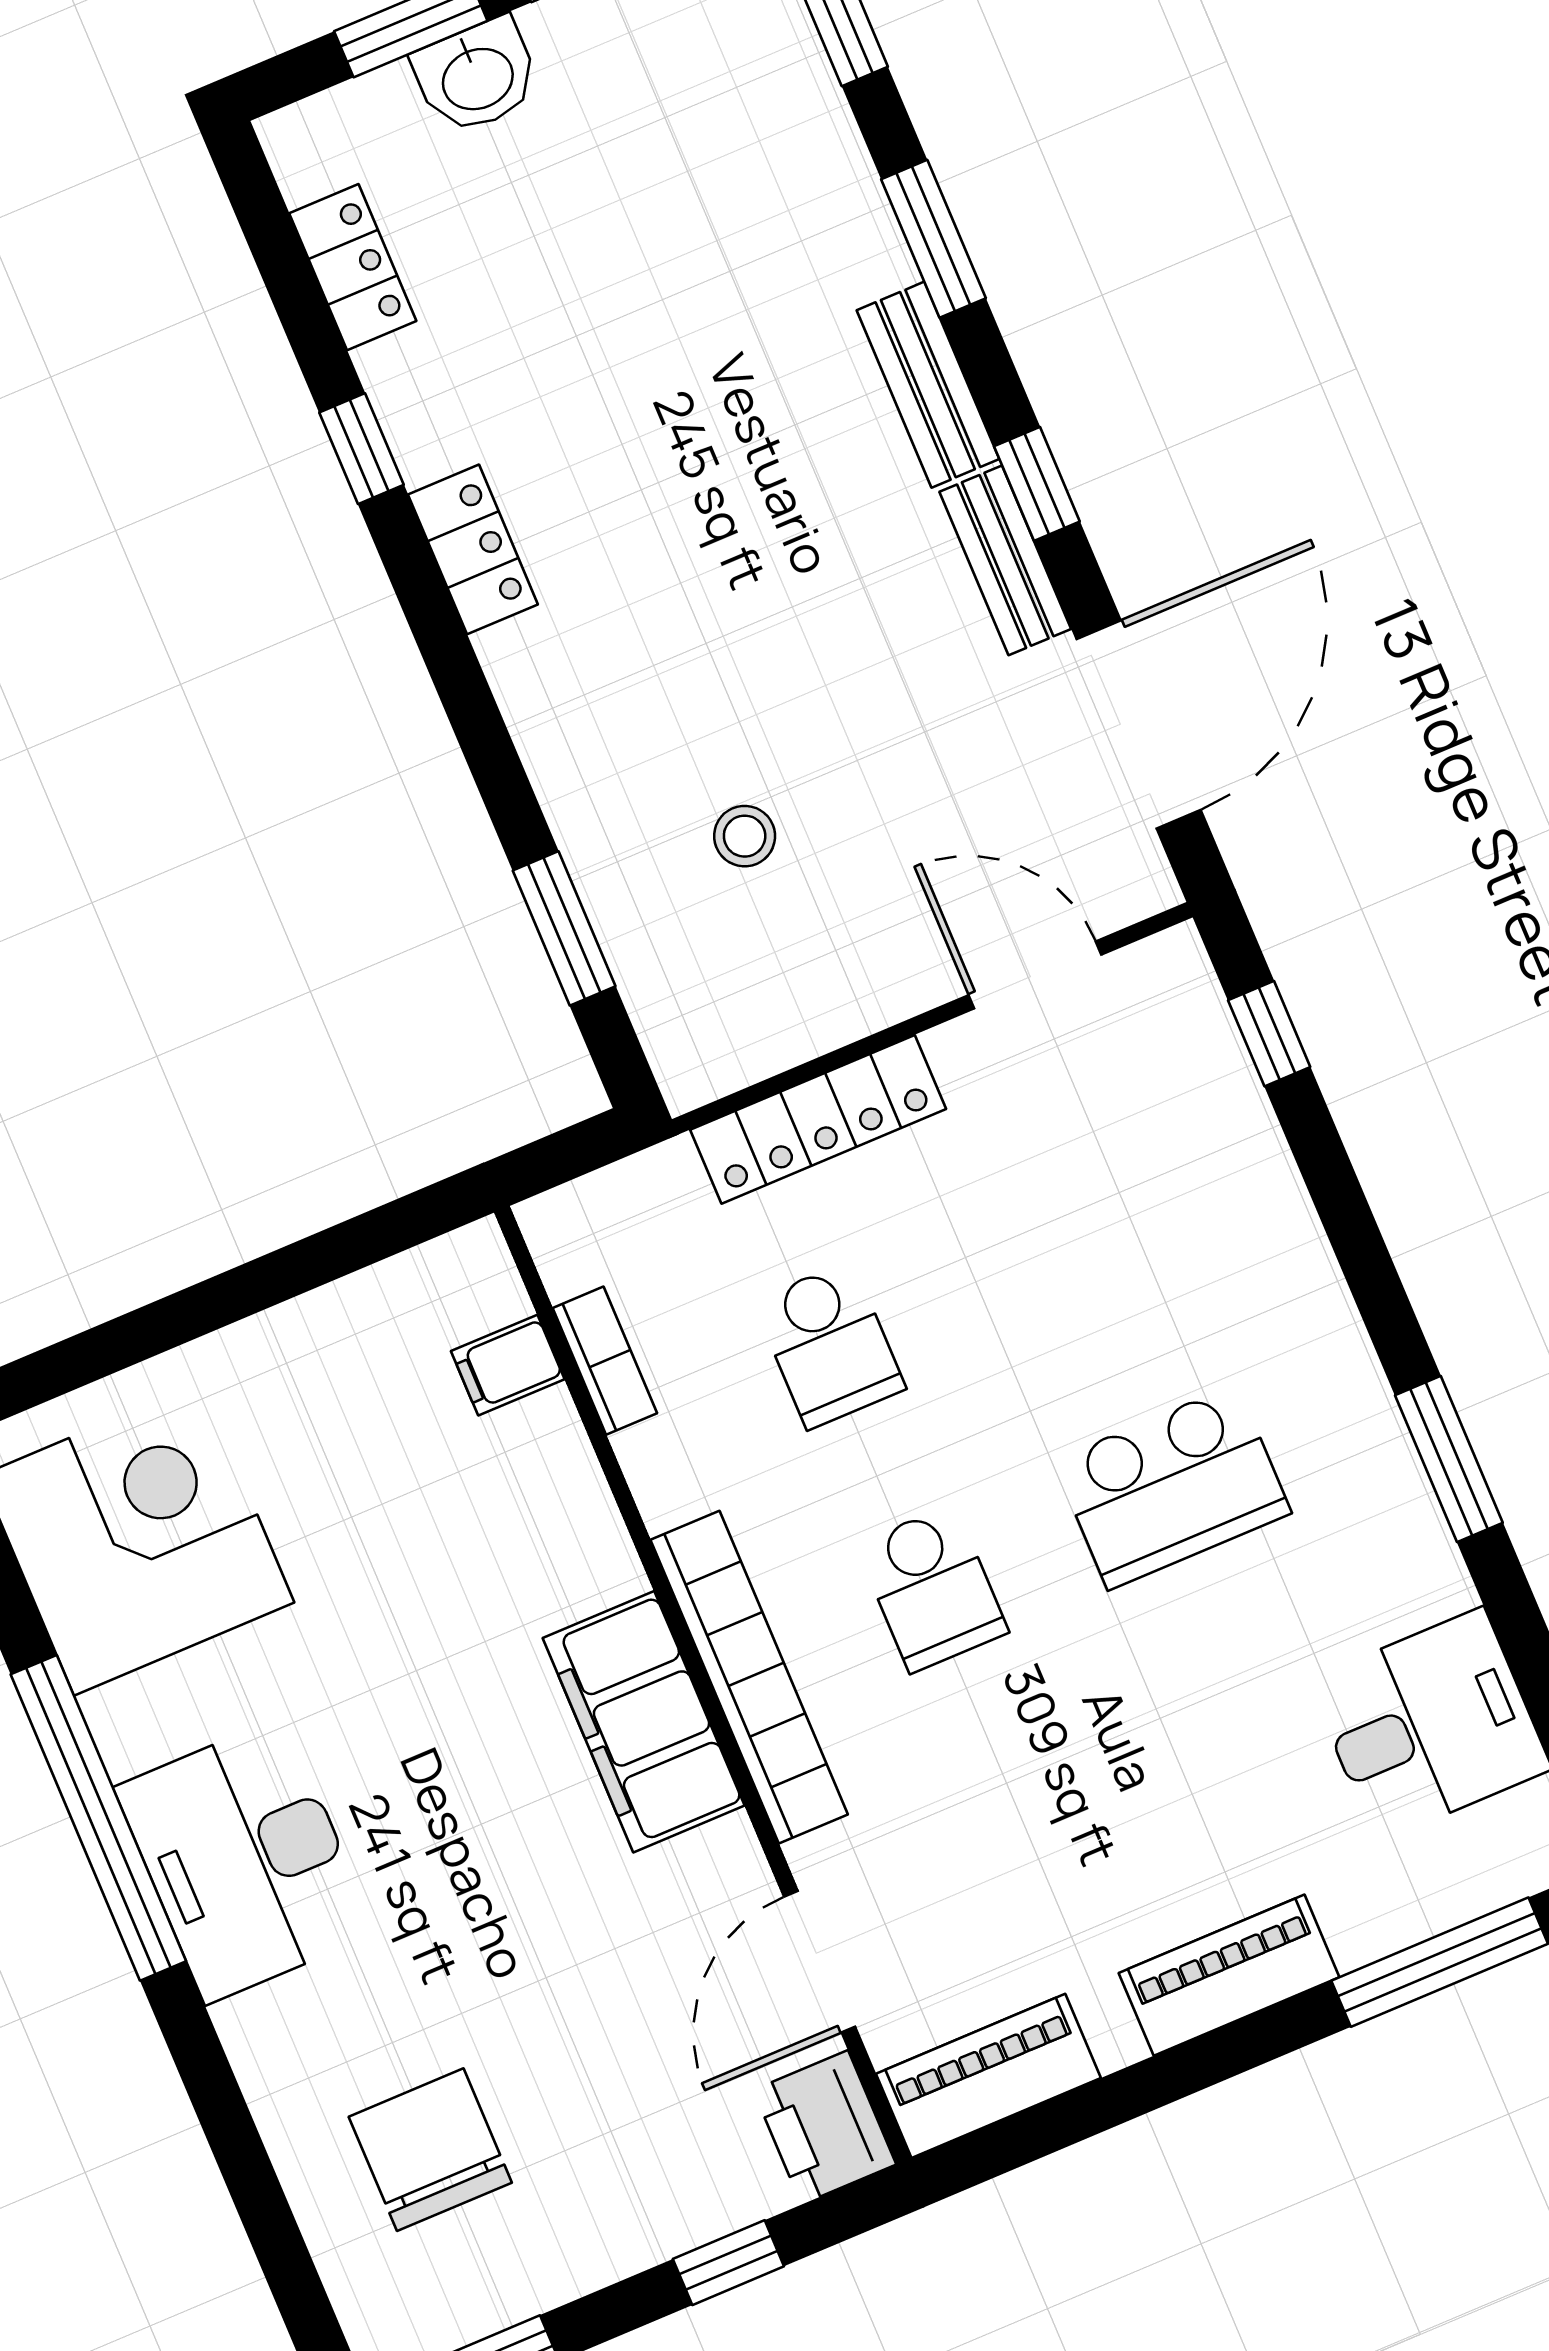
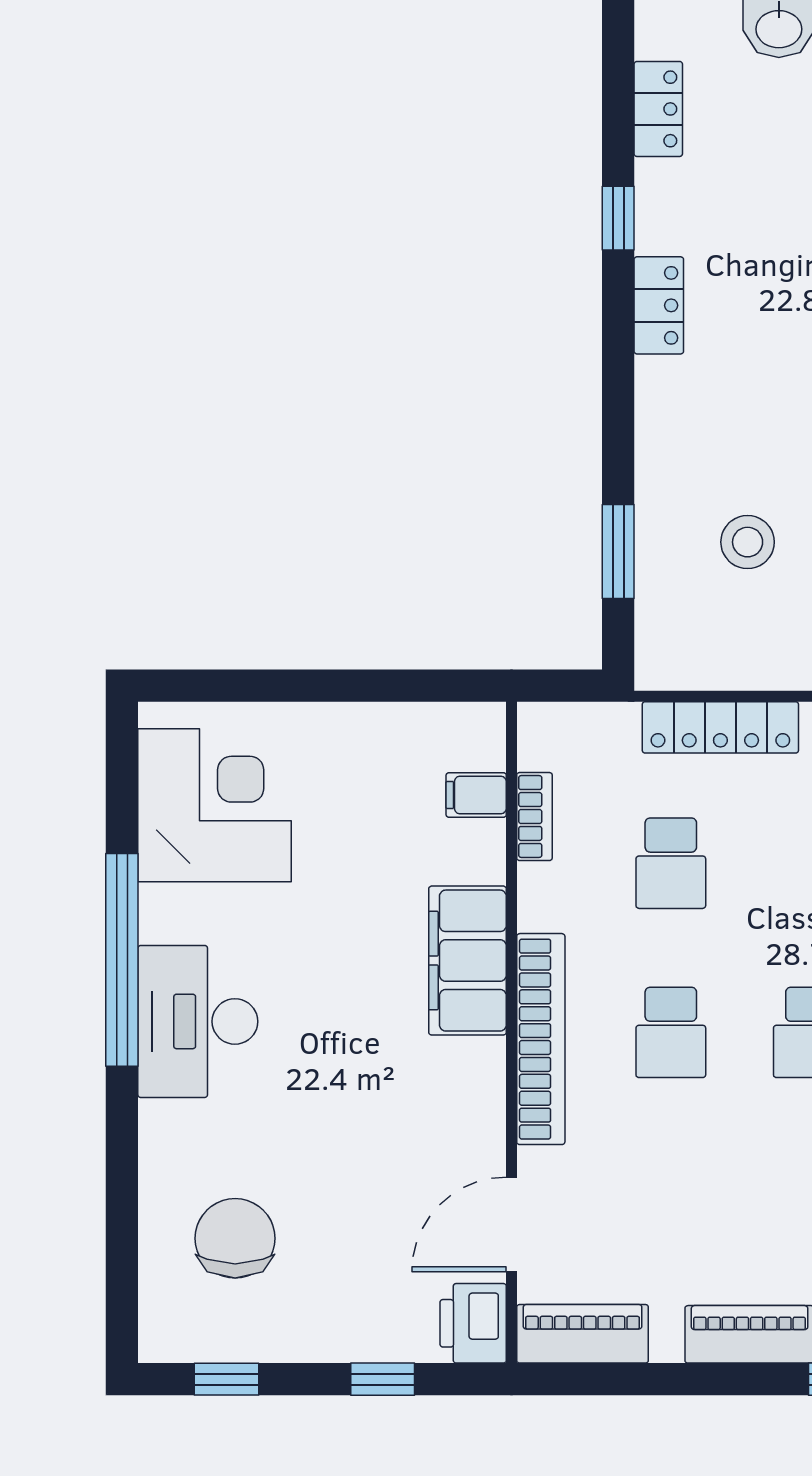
stool: (745, 836) -> (748, 542), width x1.37, depth x1.37
filing cabinet: (644, 1722) -> (467, 961), moved

